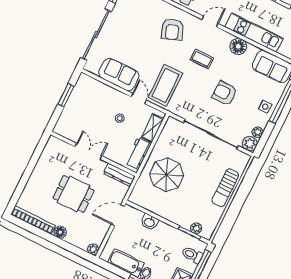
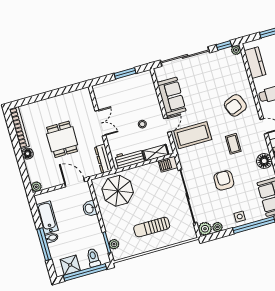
barbecue: (171, 126) -> (168, 164), added
parasol: (167, 175) -> (118, 191), moved
sun lounger: (225, 188) -> (152, 227), moved

